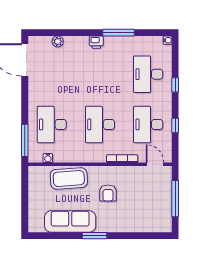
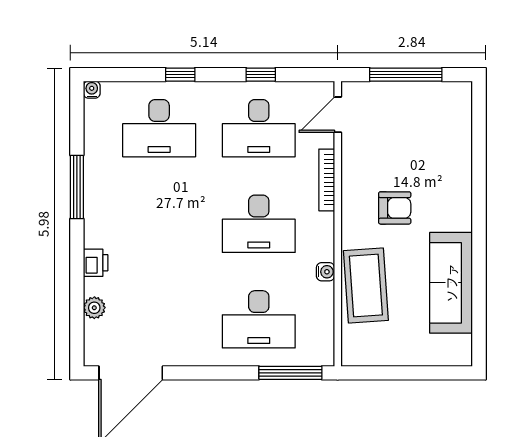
printer: (96, 42) -> (96, 263), moved
water cooler: (48, 158) -> (325, 272), moved
window: (94, 236) -> (479, 235), removed

